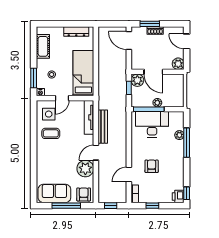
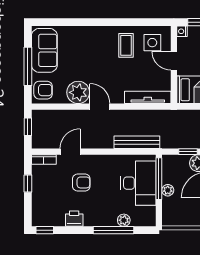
bench: (103, 127) -> (137, 142), moved
door: (129, 174) -> (70, 152), hinge flipped
printer: (178, 197) -> (74, 219), moved

